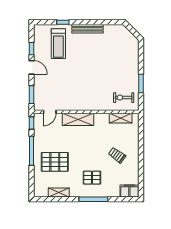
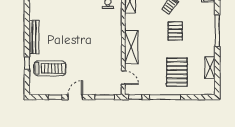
pallet: (92, 178) -> (175, 31), moved

